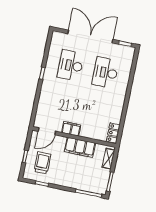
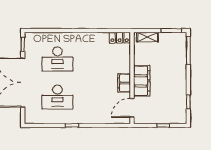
door: (47, 131) -> (132, 108), swing flipped
filing cabinet: (80, 147) -> (142, 81), moved
trolley: (42, 163) -> (166, 106), removed

